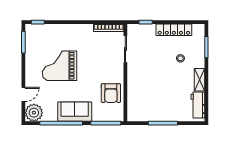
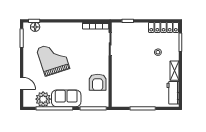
floor lamp: (39, 29) -> (35, 27), added
locker: (174, 30) -> (164, 27), moved
grand piano: (60, 66) -> (53, 59), turned 72
door: (23, 94) -> (22, 83), hinge flipped
plant: (34, 113) -> (43, 99), moved

